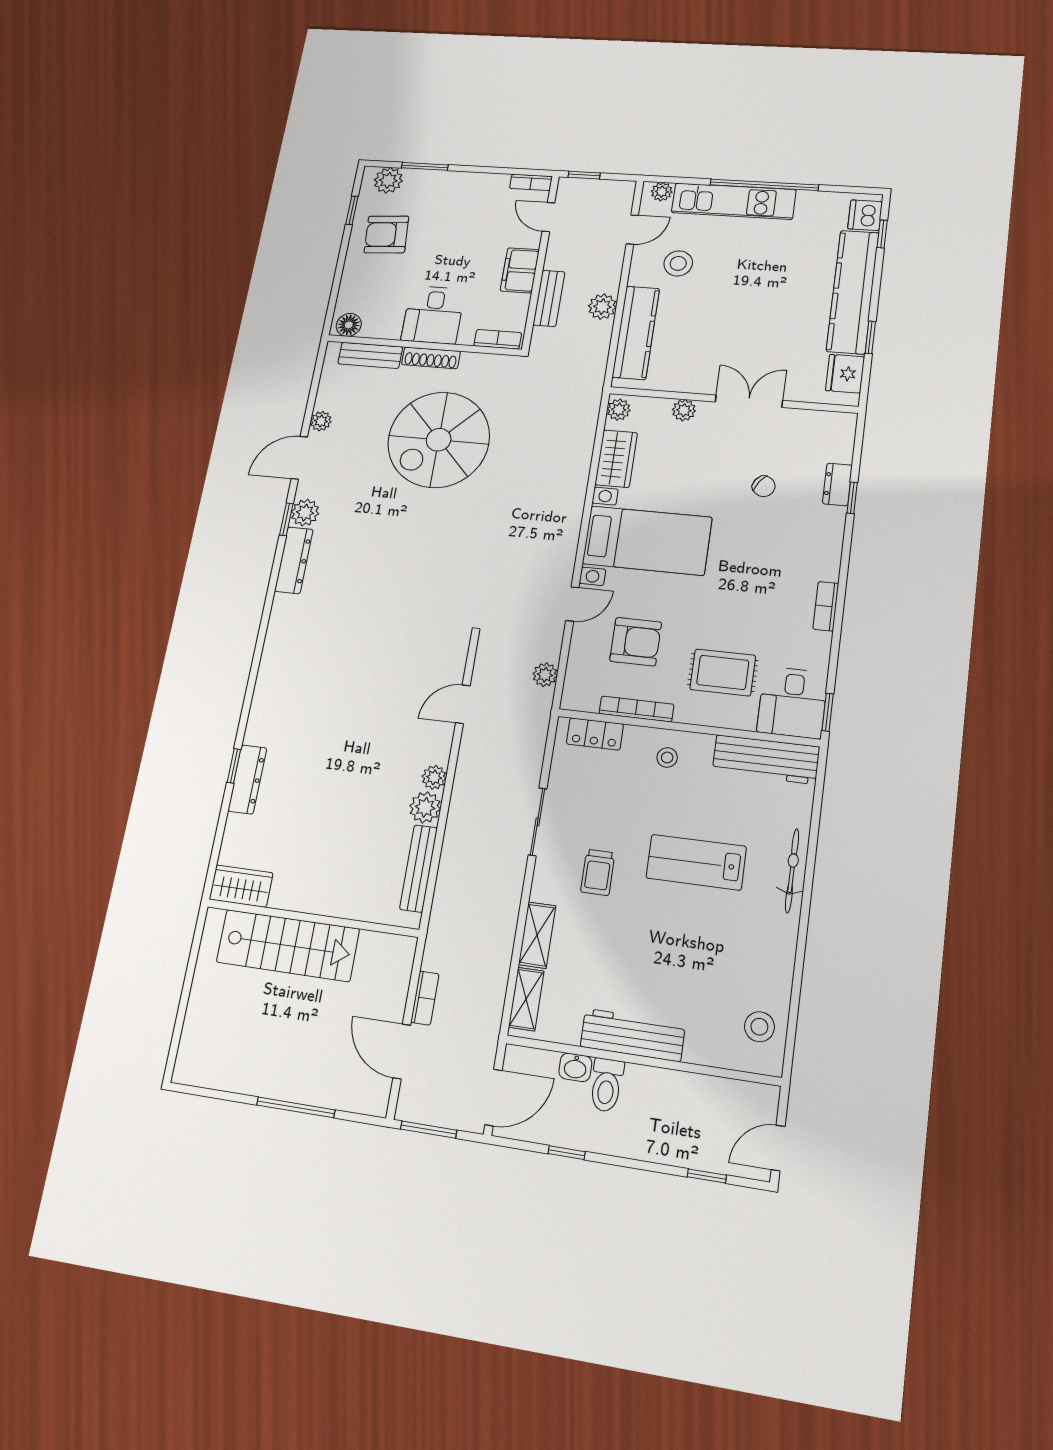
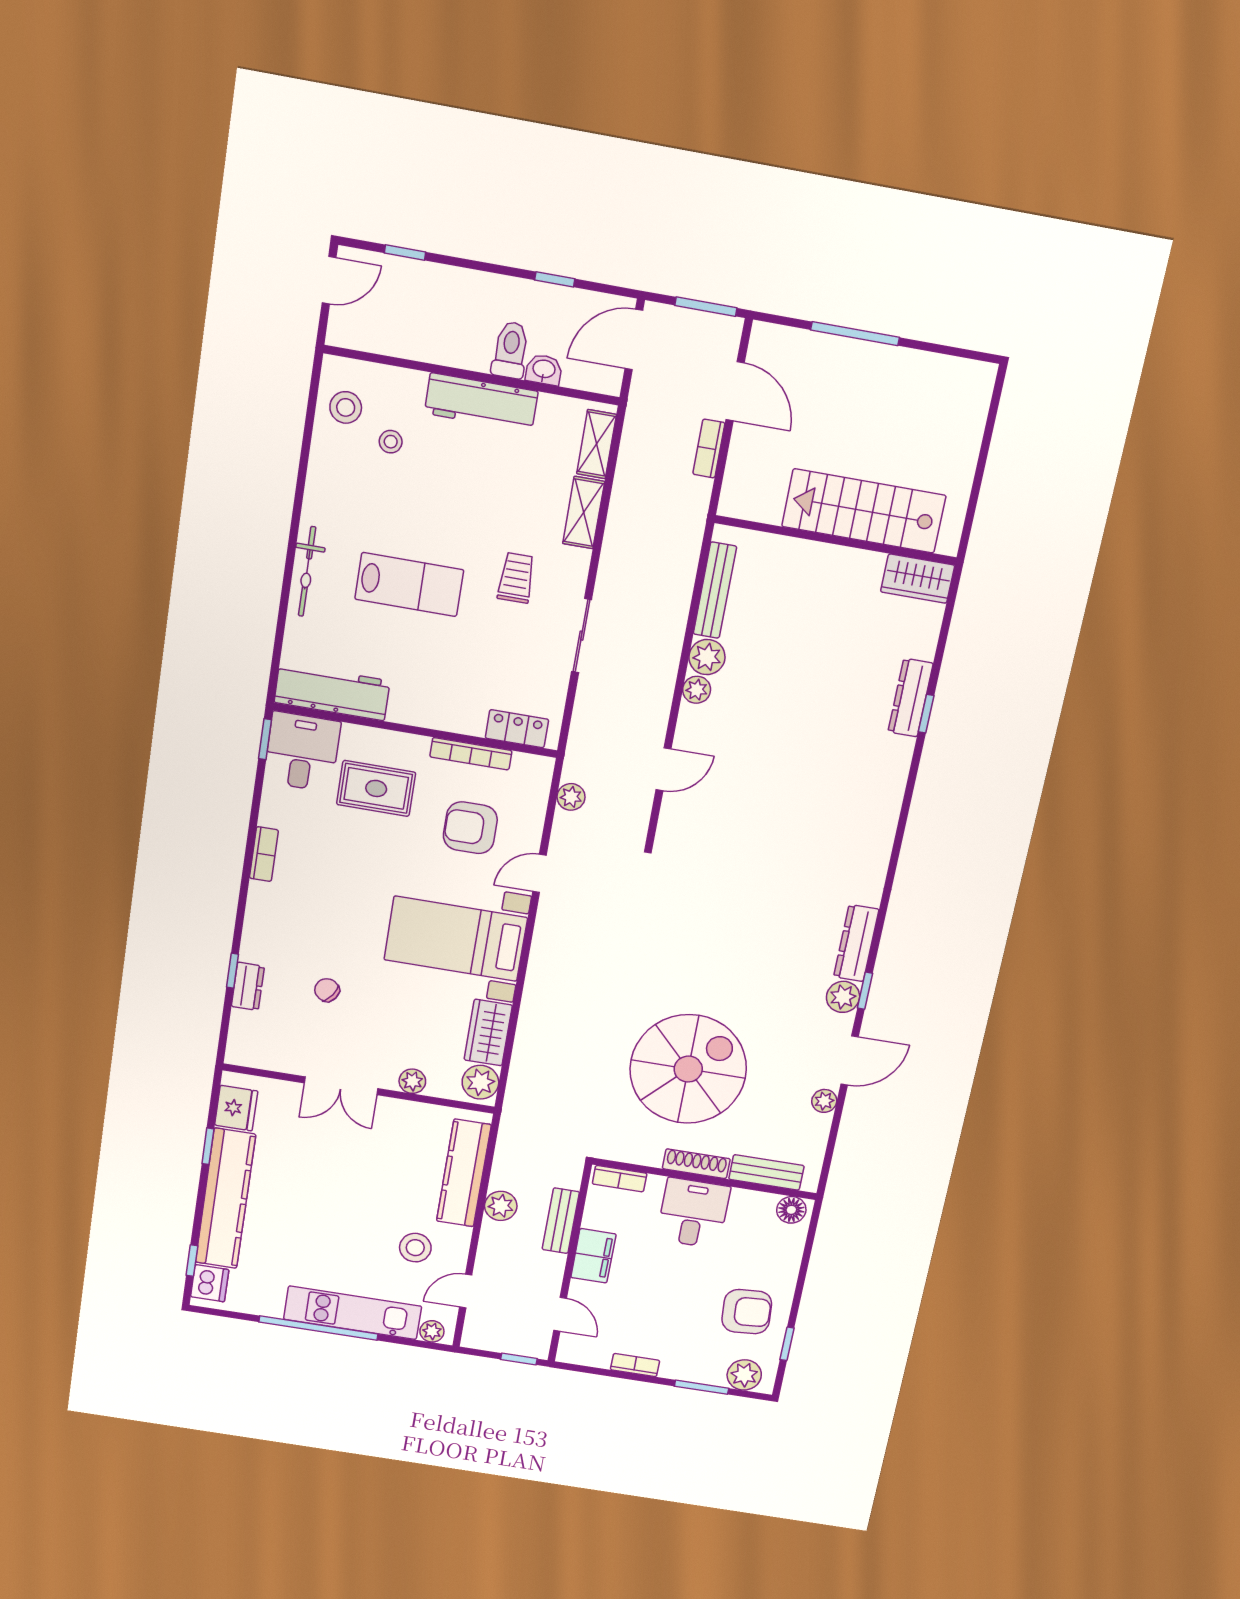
bookcase: (531, 182) -> (635, 1365), moved
plant: (619, 410) -> (480, 1082), width x1.38, depth x1.38
stool: (667, 757) -> (391, 442), moved

